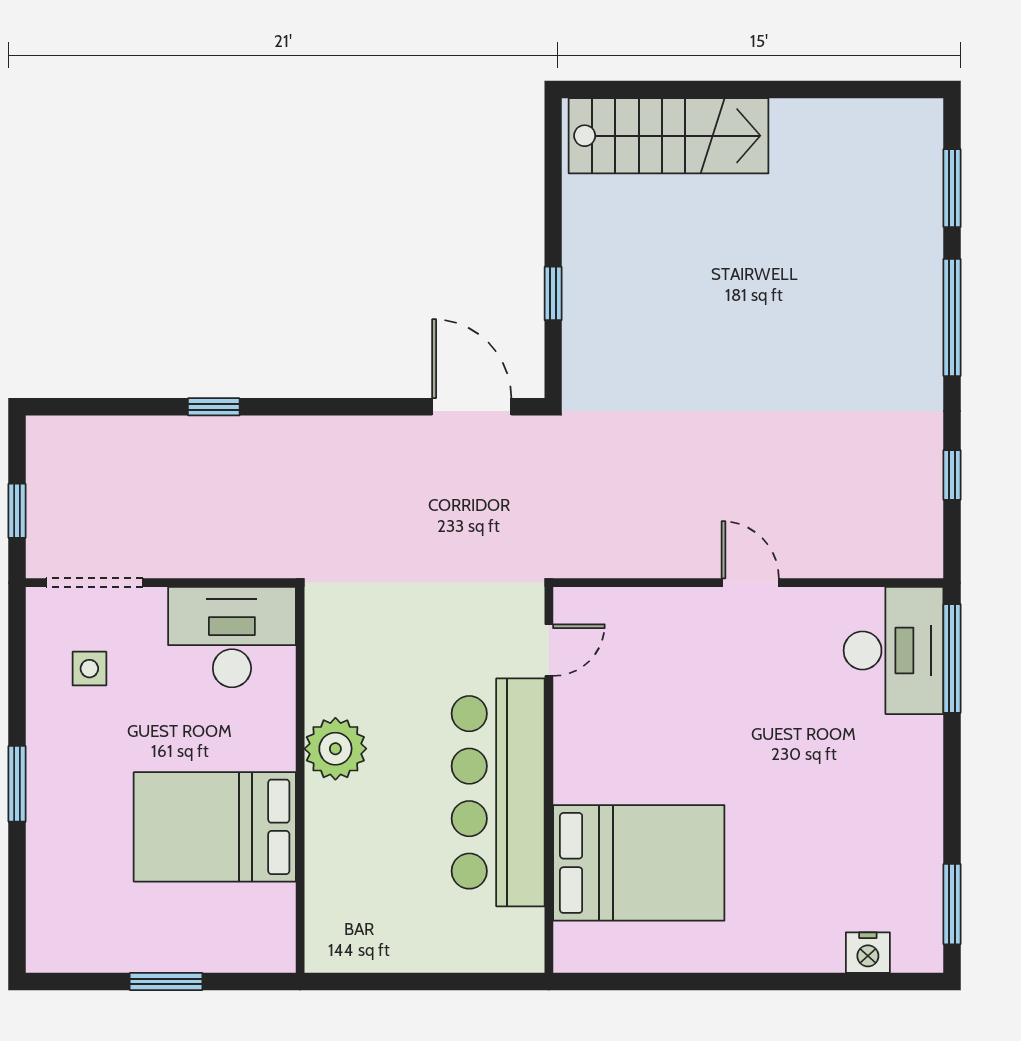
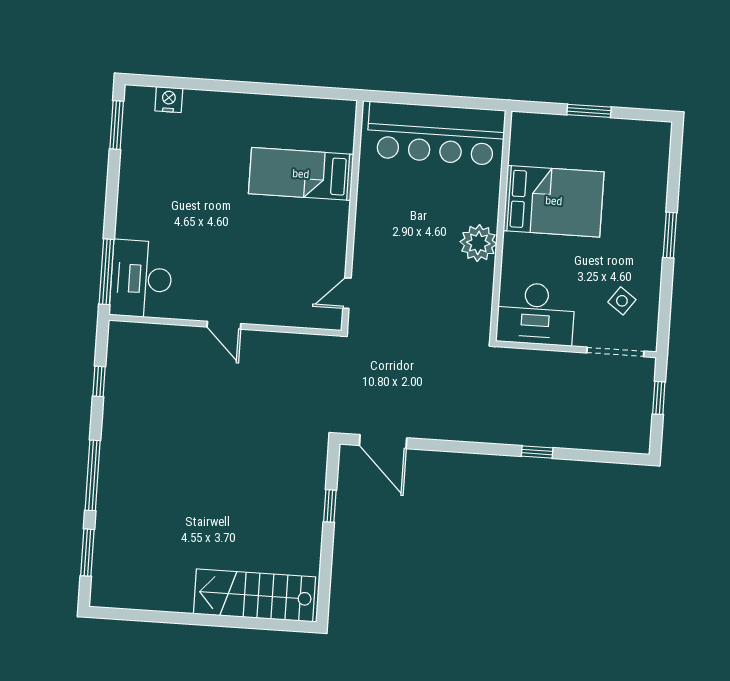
side table: (89, 669) -> (622, 301), turned 36
bar counter: (498, 792) -> (436, 133), moved, turned 90
bed: (639, 863) -> (301, 174), width x0.67

